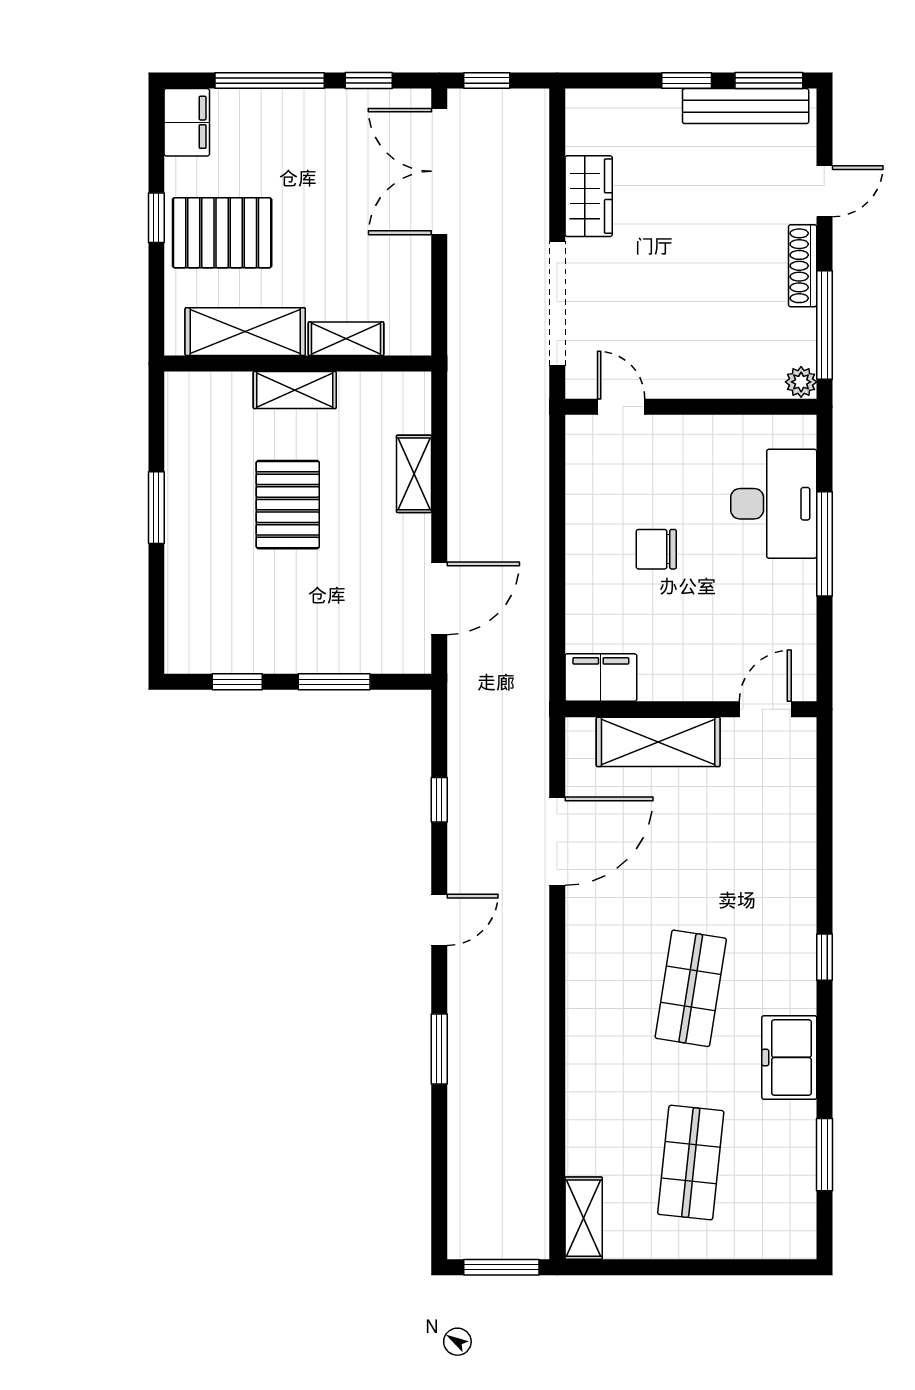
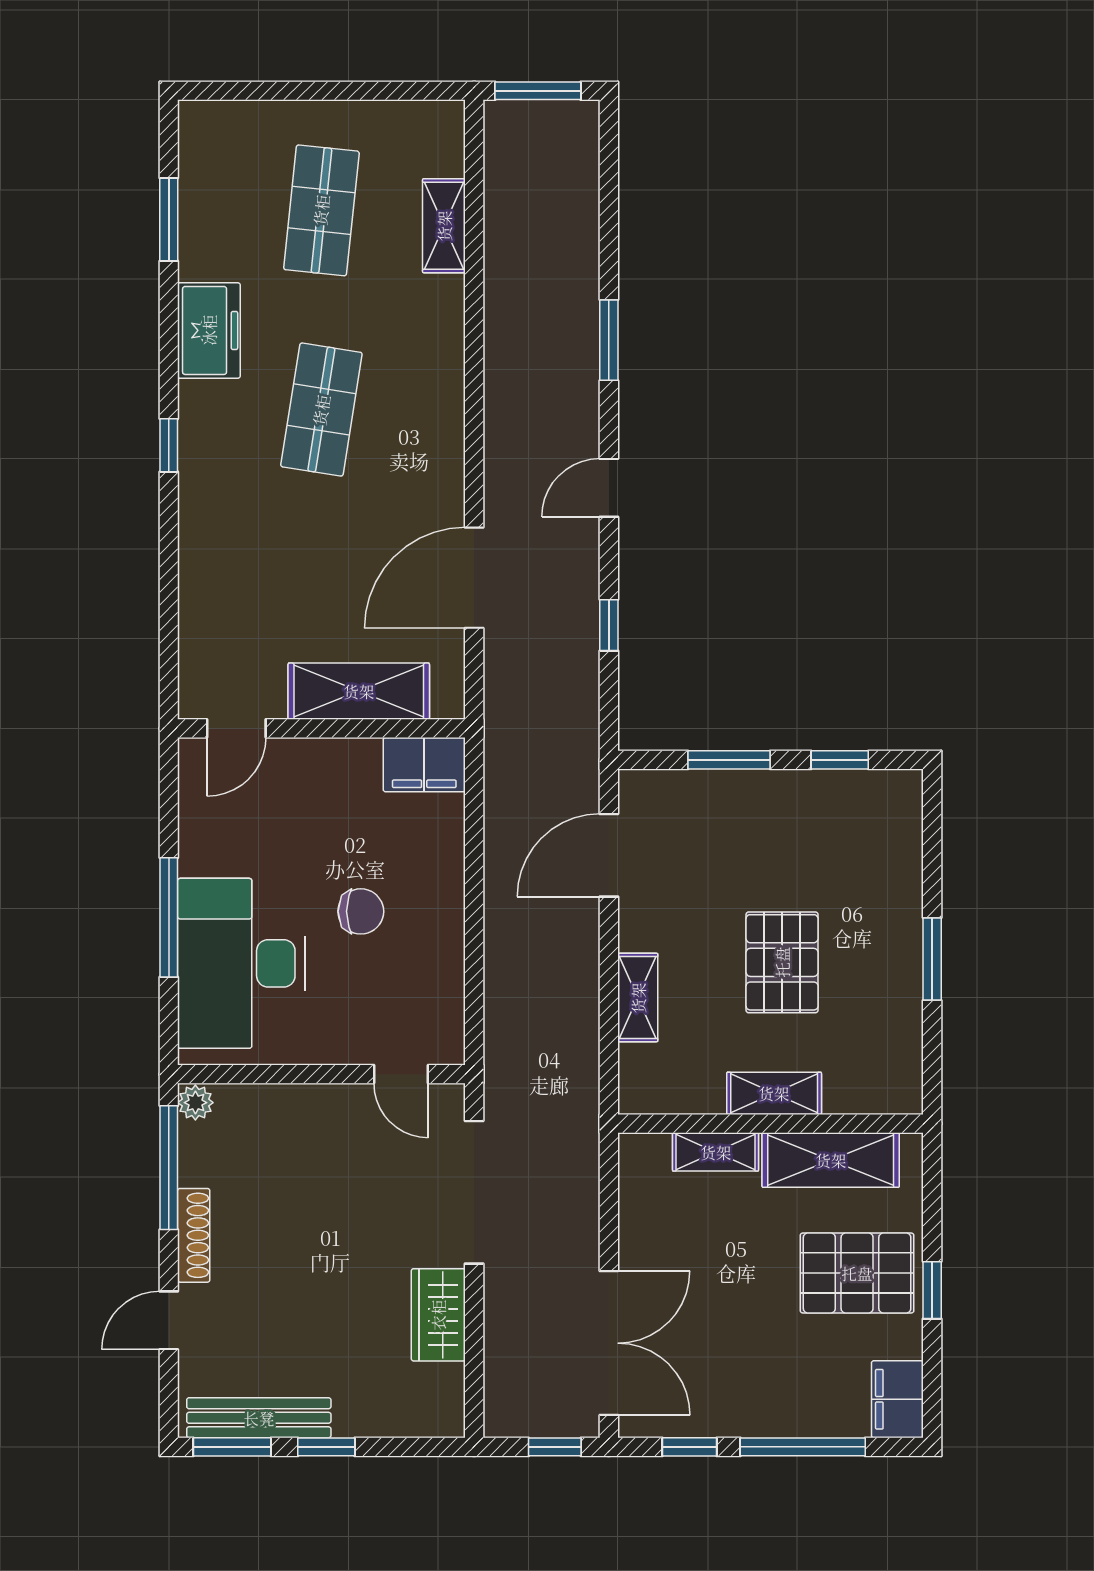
desk: (774, 504) -> (241, 963), width x1.36, depth x1.30
shelving: (584, 1218) -> (444, 226), moved

